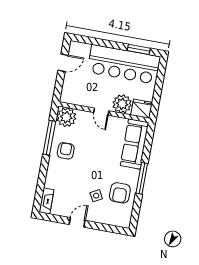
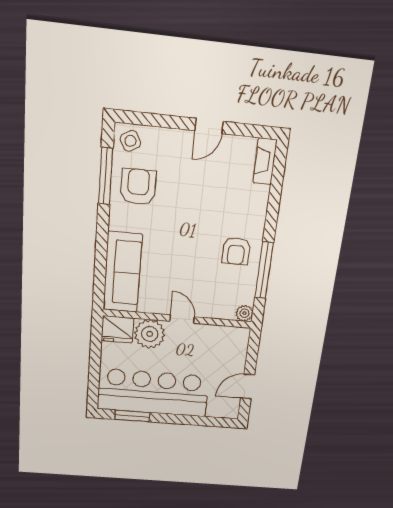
plant: (66, 117) -> (244, 313), width x0.53, depth x0.53
window: (142, 178) -> (106, 176), moved
side table: (96, 196) -> (130, 141), moved

